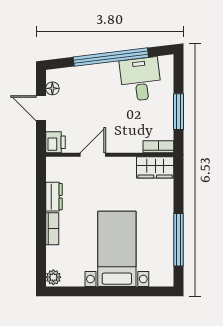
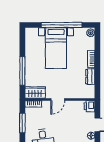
door: (93, 155) -> (58, 99), moved
window: (179, 240) -> (22, 71), moved
window: (106, 291) -> (62, 25), added

